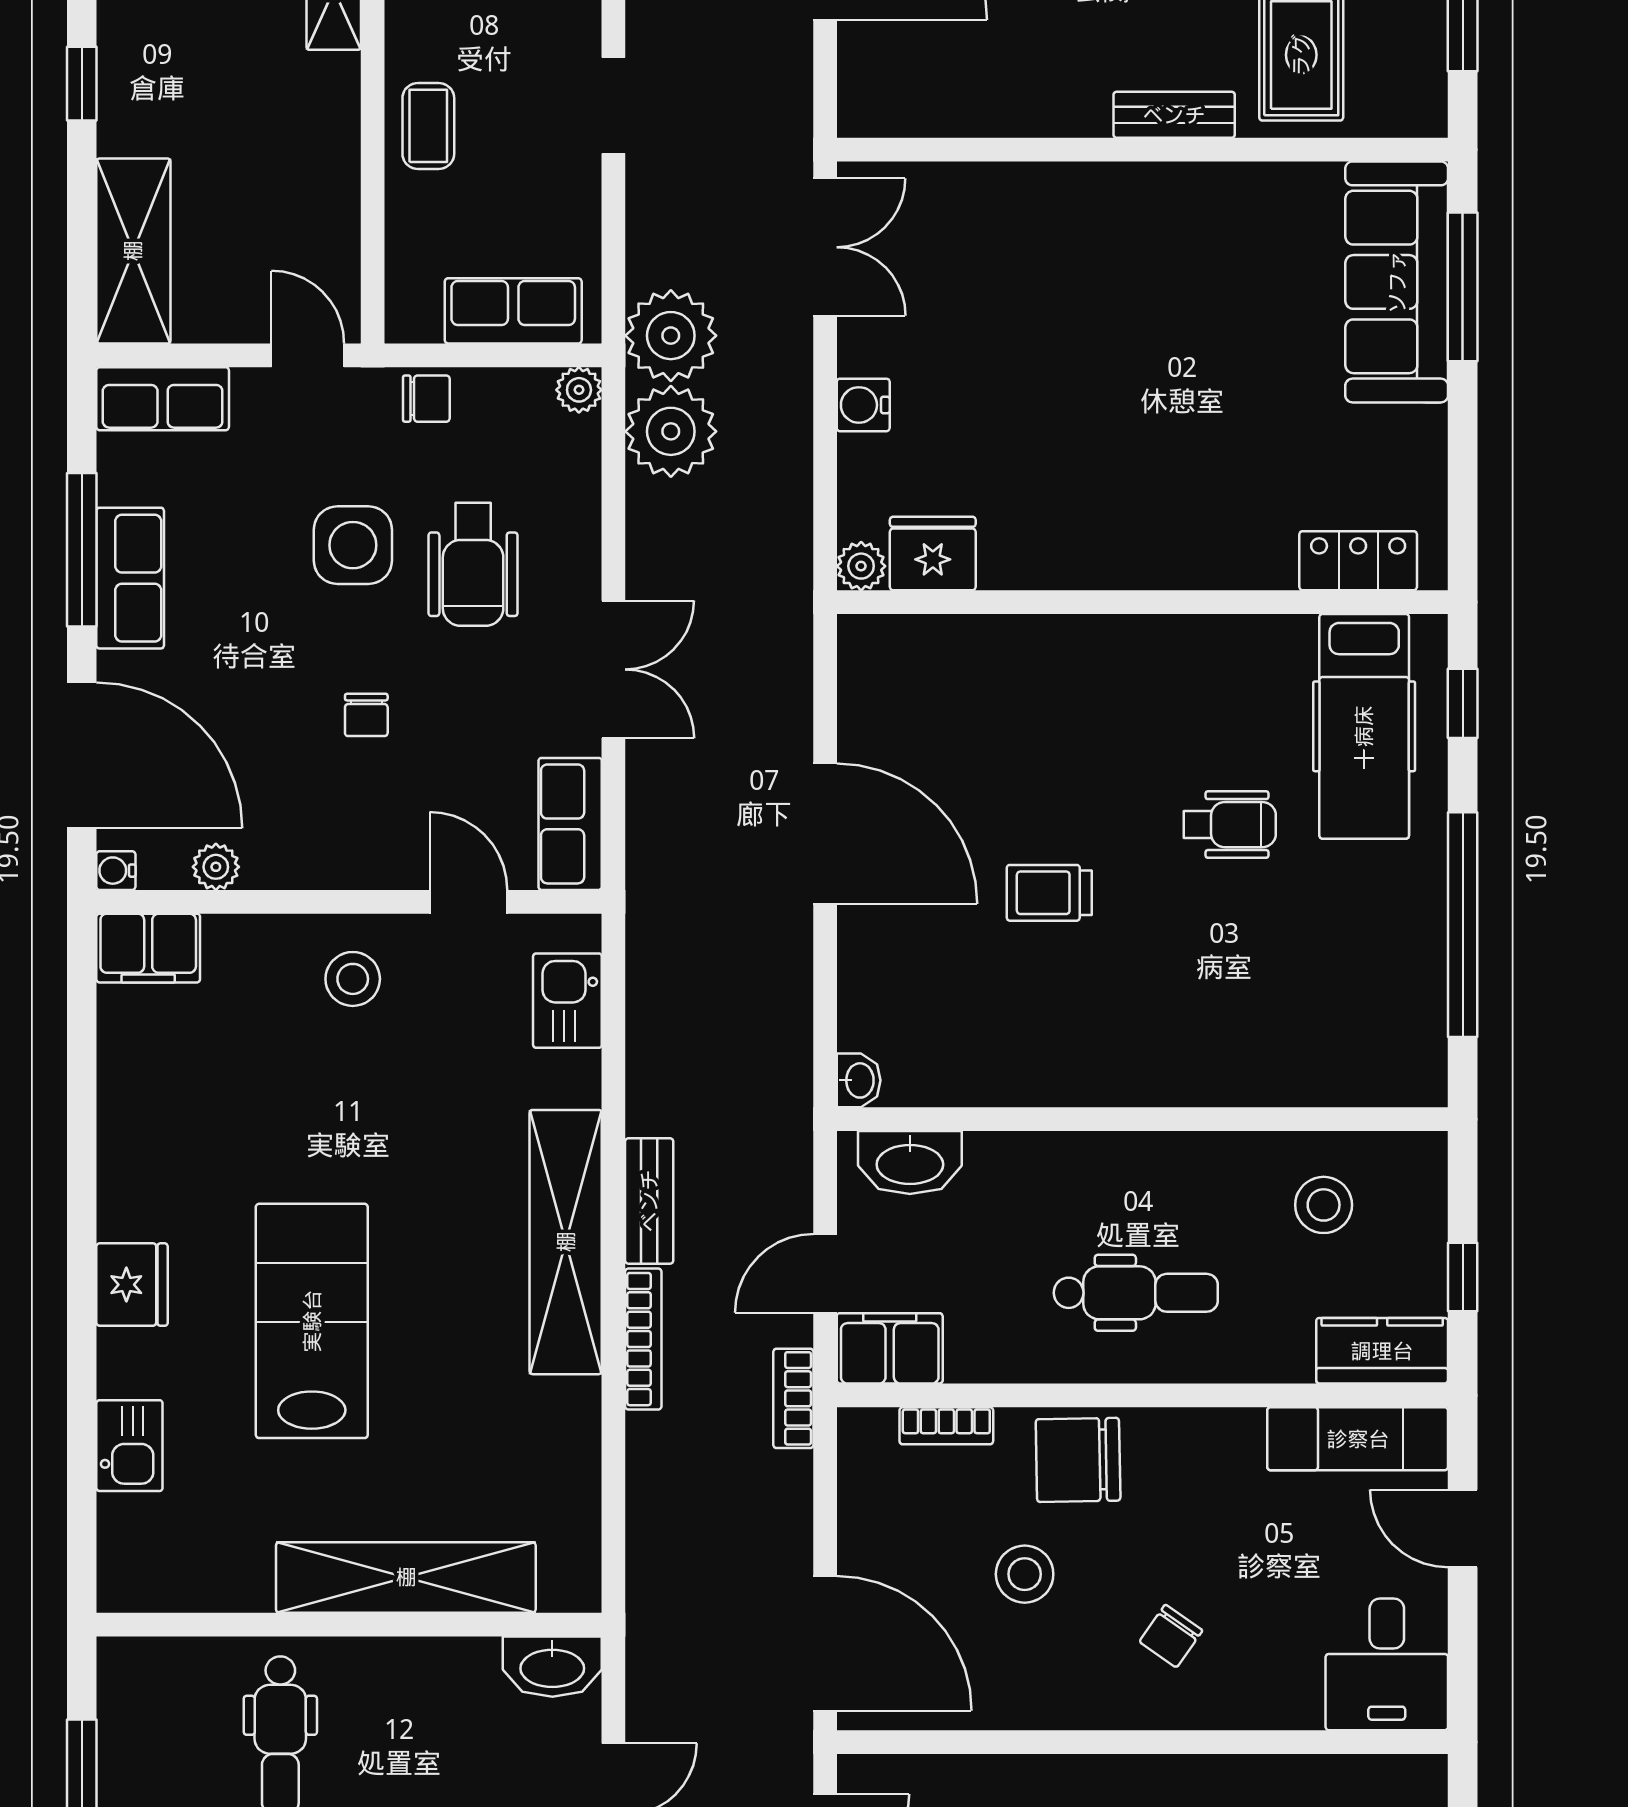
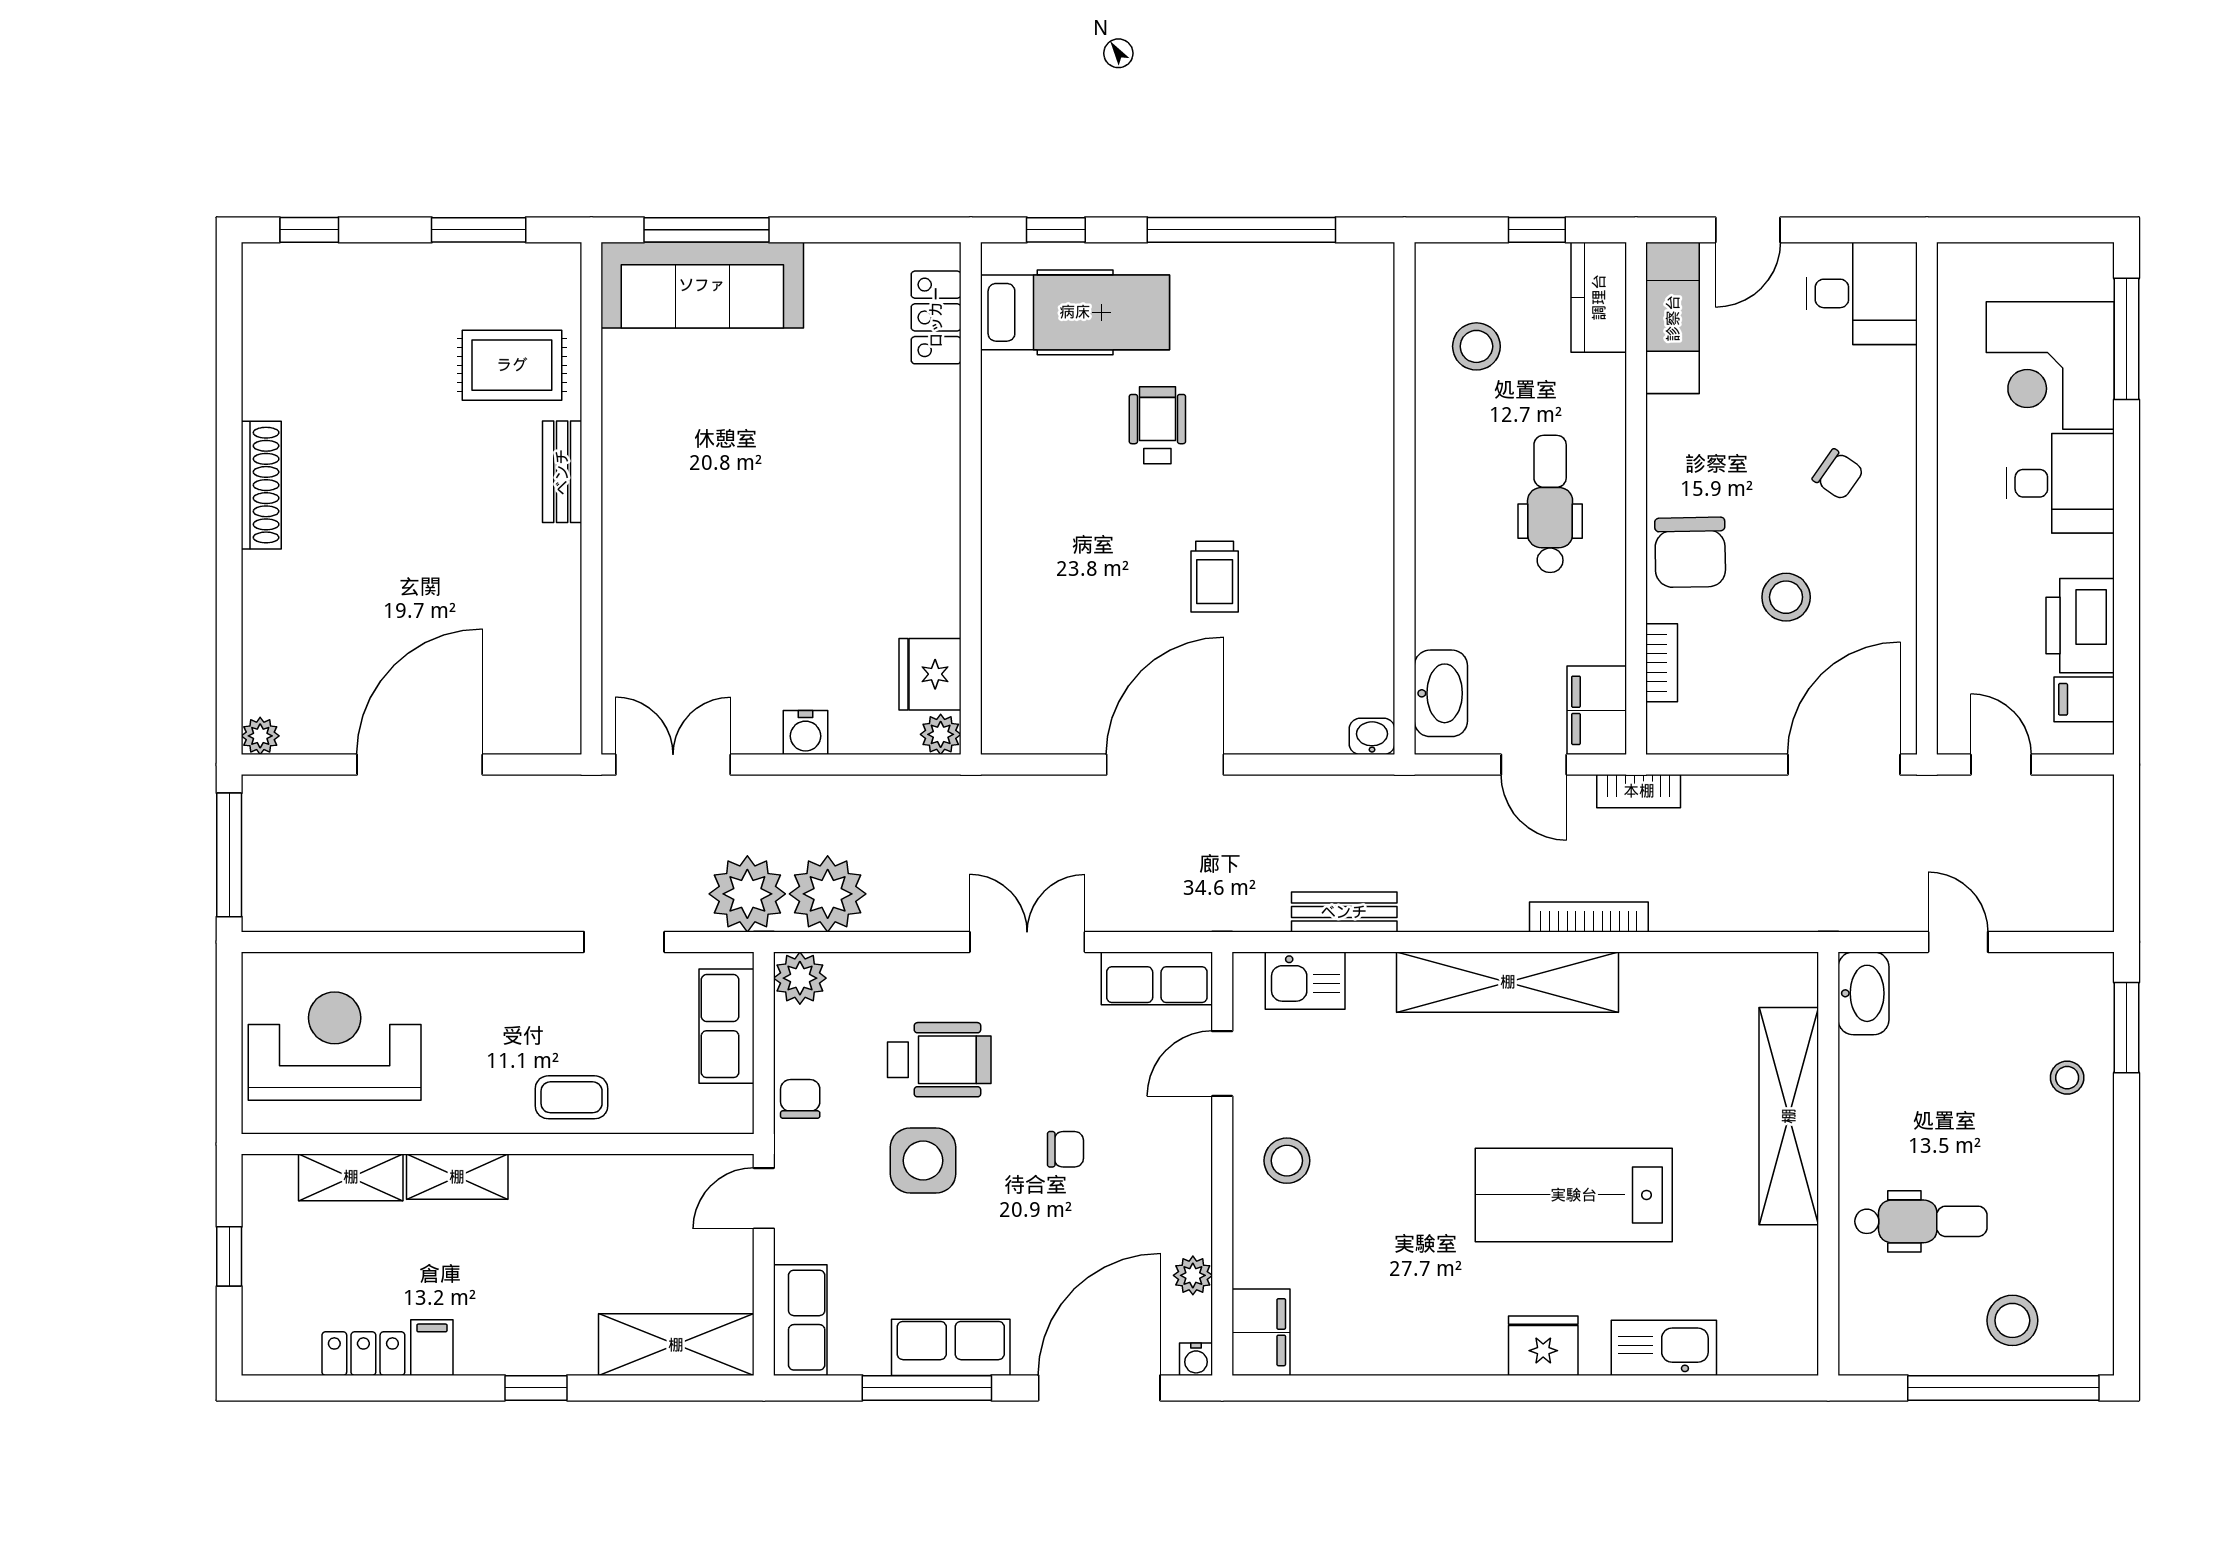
doorway: (613, 106) -> (624, 942), moved
plant: (579, 390) -> (800, 978), width x1.38, depth x1.38
bench: (649, 1201) -> (1344, 912), moved
kitchen sink: (129, 1446) -> (1664, 1348), width x1.38

